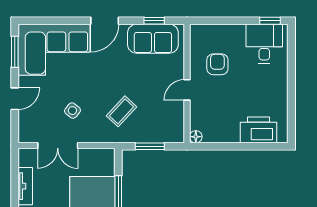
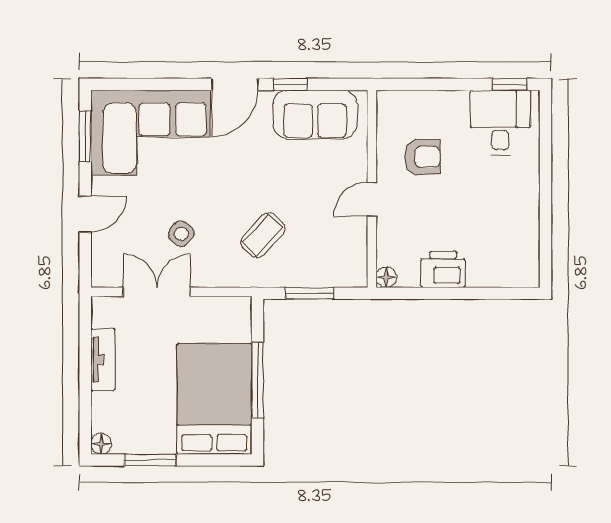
window: (154, 21) -> (290, 84), moved
armchair: (217, 64) -> (422, 157), turned 90
printer: (259, 130) -> (443, 270), moved, width x0.73, depth x0.84
double door: (58, 145) -> (157, 292), swing flipped

